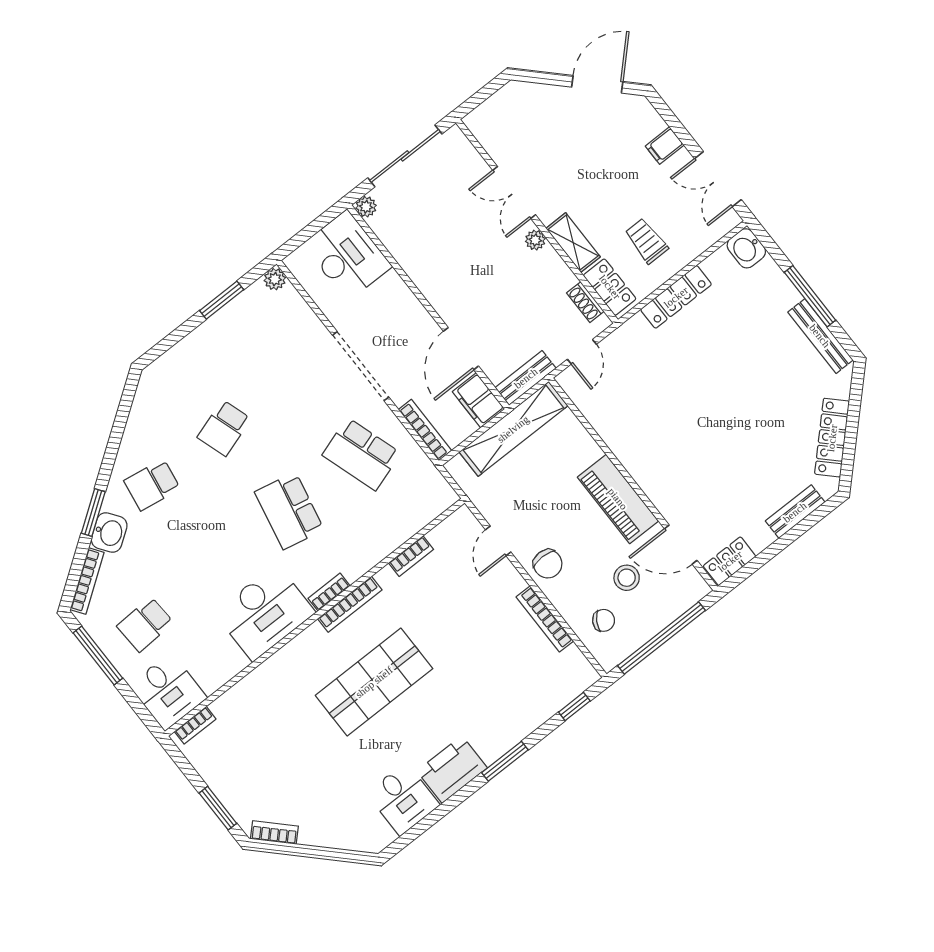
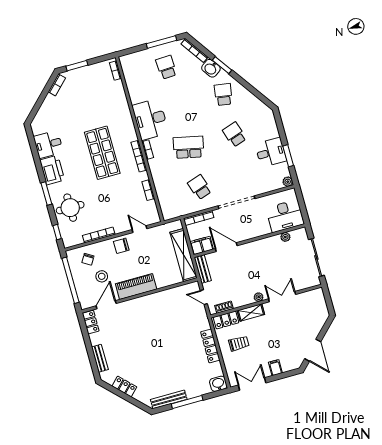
plant: (366, 207) -> (285, 237), moved
locker: (832, 438) -> (124, 386), width x0.66
school desk: (361, 454) -> (200, 187), width x0.54
desk: (168, 691) -> (271, 152), moved, turned 180
round table: (513, 701) -> (70, 208), added

